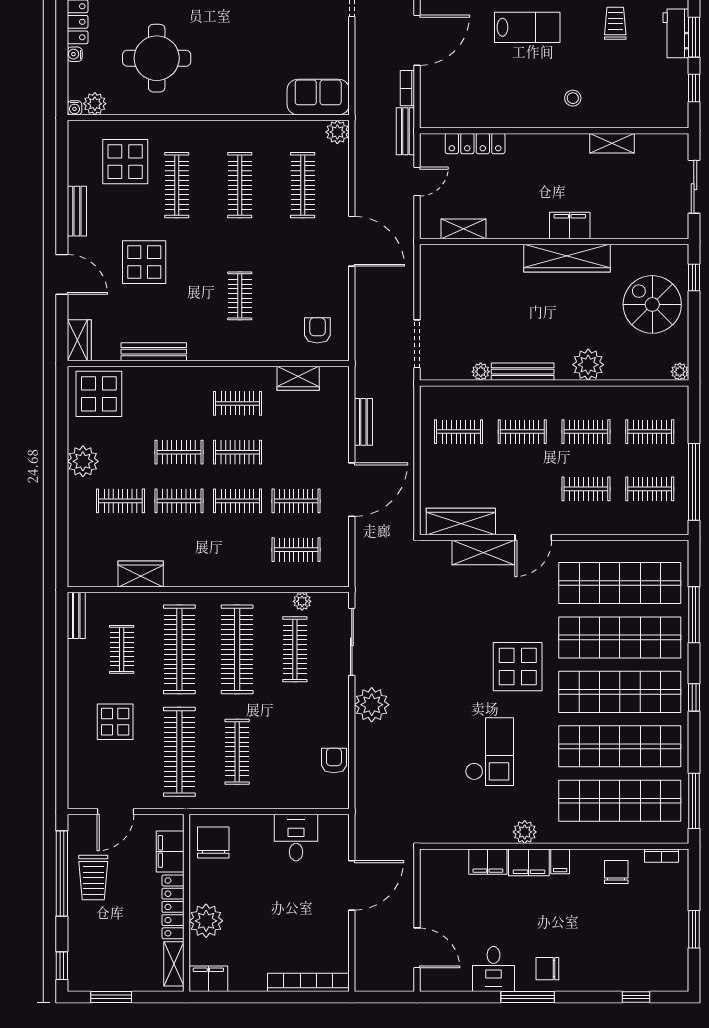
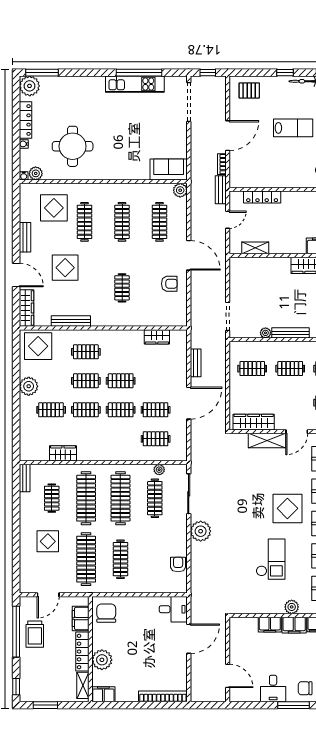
armchair: (317, 330) -> (169, 284), moved, turned 90
wardrobe: (79, 340) -> (26, 308), width x1.50
clothes rail: (238, 403) -> (86, 352), moved
desk: (296, 838) -> (173, 609), moved, turned 90

